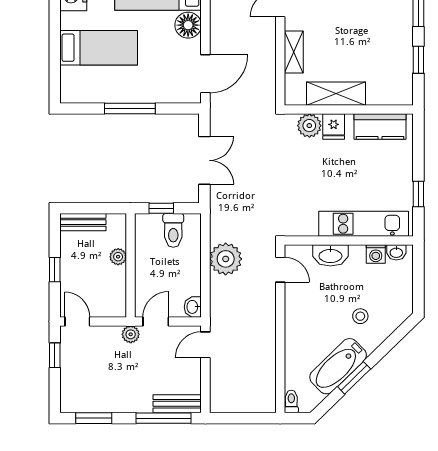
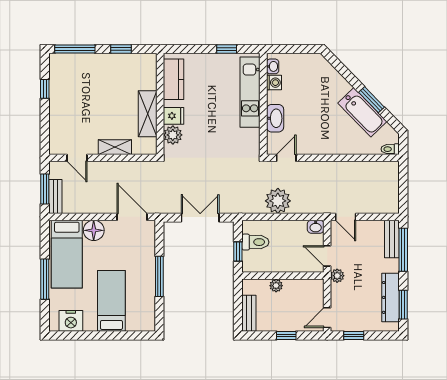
stool: (360, 316) -> (323, 95), removed
dresser: (103, 402) -> (390, 297), added

